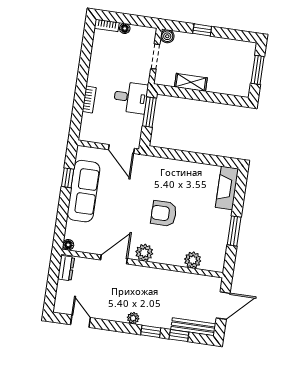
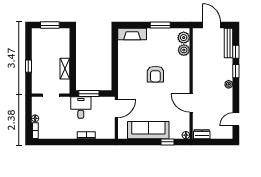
boiler: (167, 36) -> (36, 89), removed
window: (68, 178) -> (167, 142), moved
plant: (144, 253) -> (184, 38), moved

